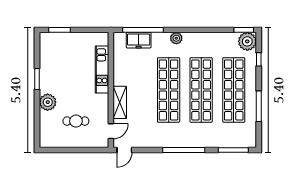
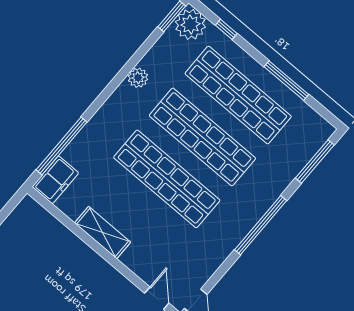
plant: (176, 38) -> (138, 78), moved
freezer: (139, 40) -> (55, 180), moved
kitchen unit: (102, 70) -> (68, 242), removed
shelving: (120, 102) -> (103, 233), moved

